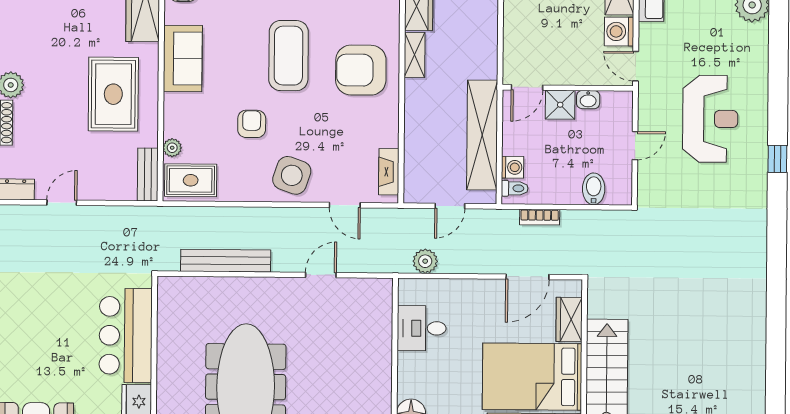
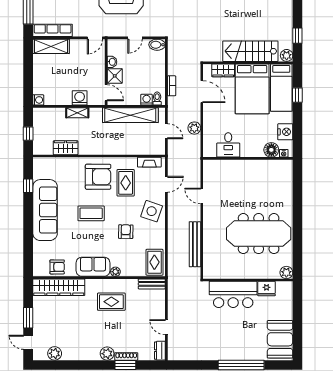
washing machine: (619, 31) -> (80, 98), moved, turned 180
shelving: (415, 55) -> (77, 113), moved
coffee table: (289, 56) -> (91, 213), width x0.73, depth x0.76
armchair: (361, 70) -> (98, 177), turned -90
rug: (113, 94) -> (111, 302), width x0.73, depth x0.70
armchair: (252, 124) -> (126, 232), turned 91
rug: (348, 125) -> (126, 183), added
door: (635, 146) -> (135, 38), swing flipped
plant: (172, 148) -> (115, 272), moved
bidet: (594, 189) -> (157, 45), moved
plant: (425, 261) -> (194, 128), moved

